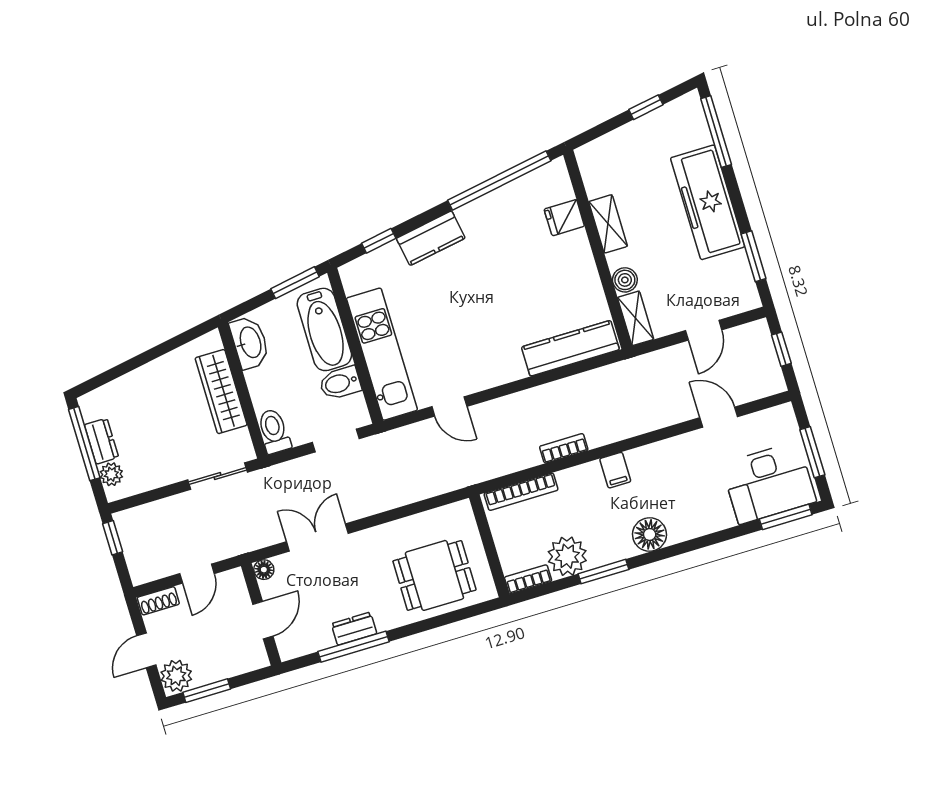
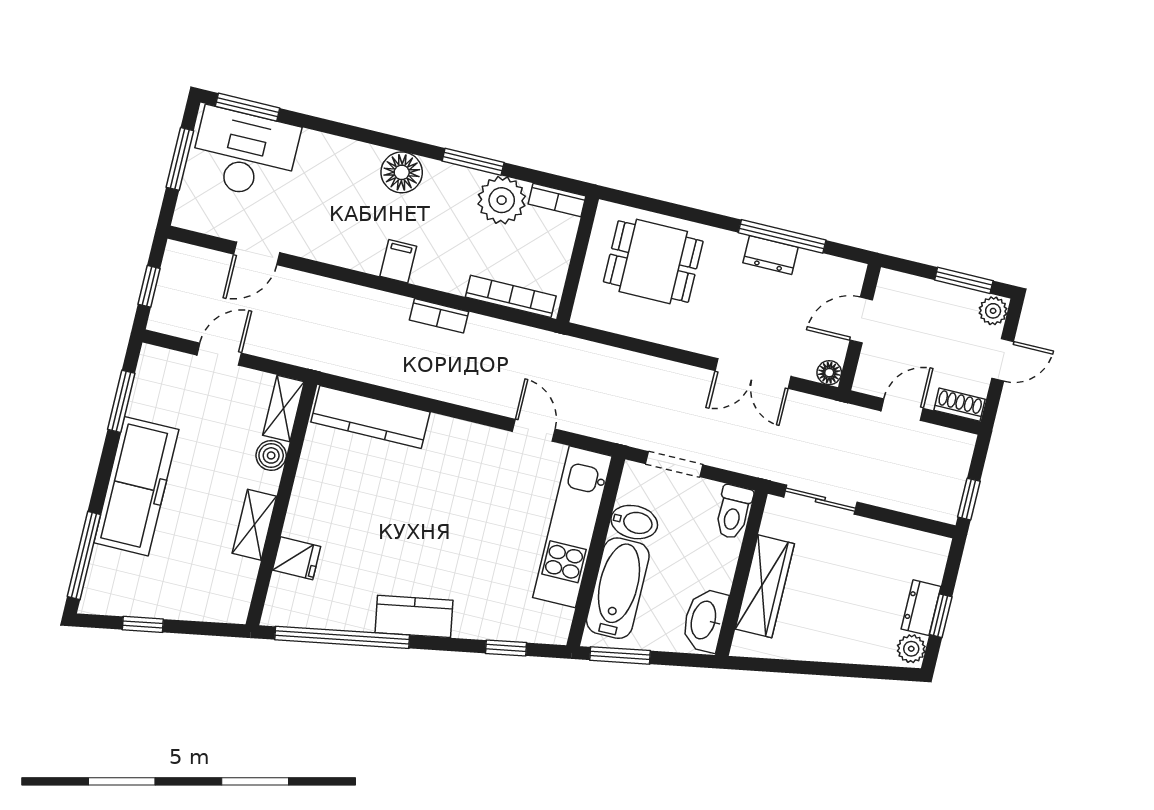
kitchen counter: (431, 238) -> (414, 616), moved
door: (719, 417) -> (257, 253), hinge flipped
window: (84, 444) -> (941, 616), width x0.46
plant: (111, 474) -> (911, 649), moved
plant: (176, 676) -> (993, 311), width x0.73, depth x0.73

